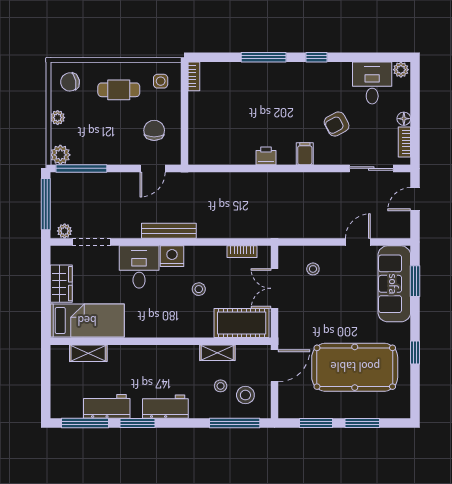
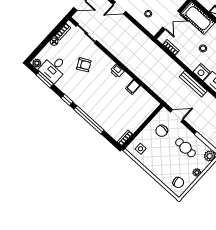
window: (264, 57) -> (89, 120), width x1.46
window: (371, 57) -> (45, 80), added
cafe table: (119, 90) -> (185, 148), moved
filing cabinet: (305, 154) -> (133, 87), moved
printer: (266, 156) -> (117, 71), moved

